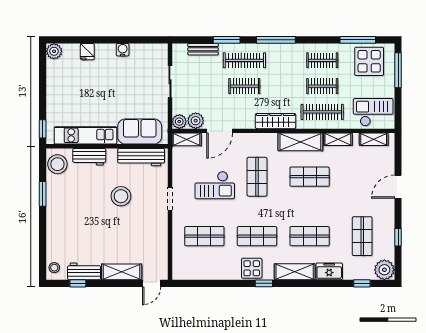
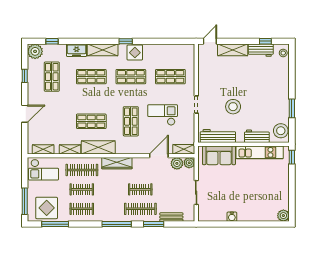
fridge: (87, 52) -> (258, 215), removed

